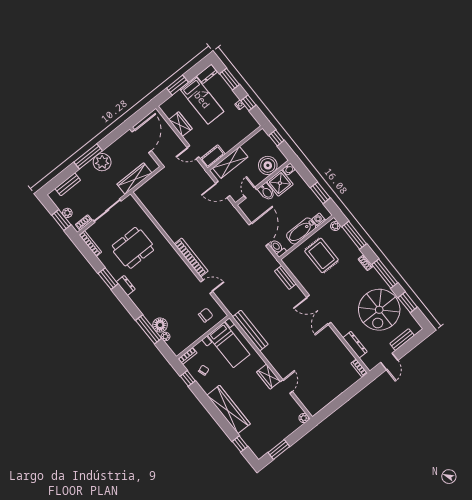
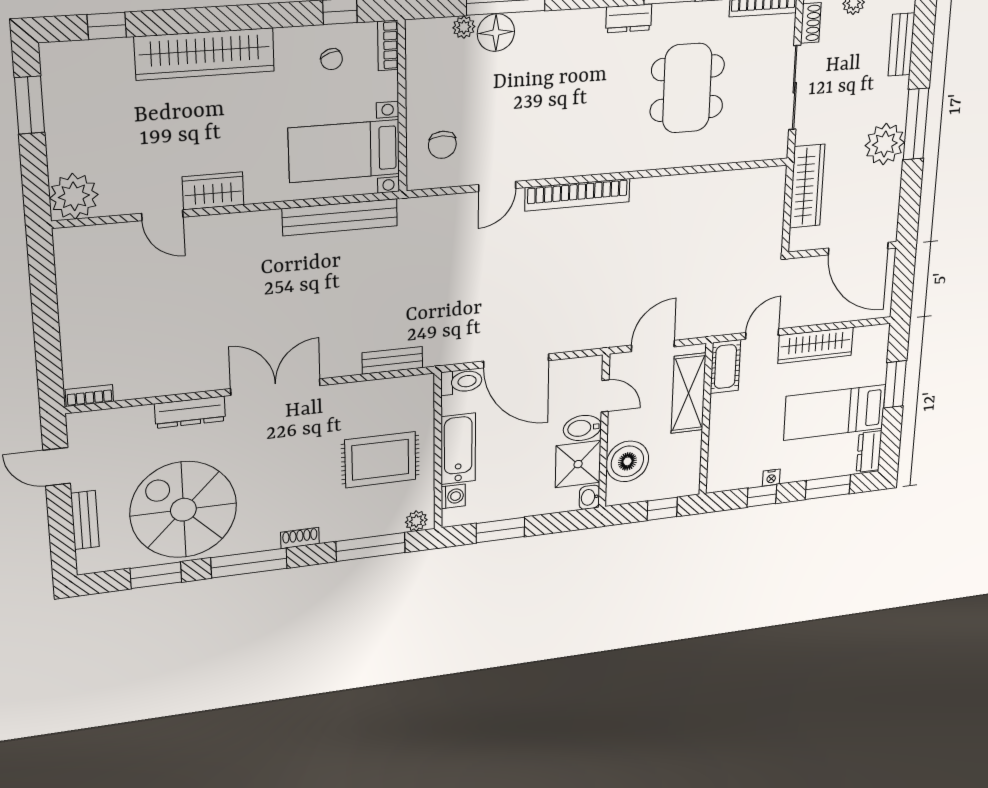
wardrobe: (180, 124) -> (815, 345), width x1.50
dresser: (355, 345) -> (190, 412), moved
plant: (304, 418) -> (74, 196), width x1.88, depth x1.88

